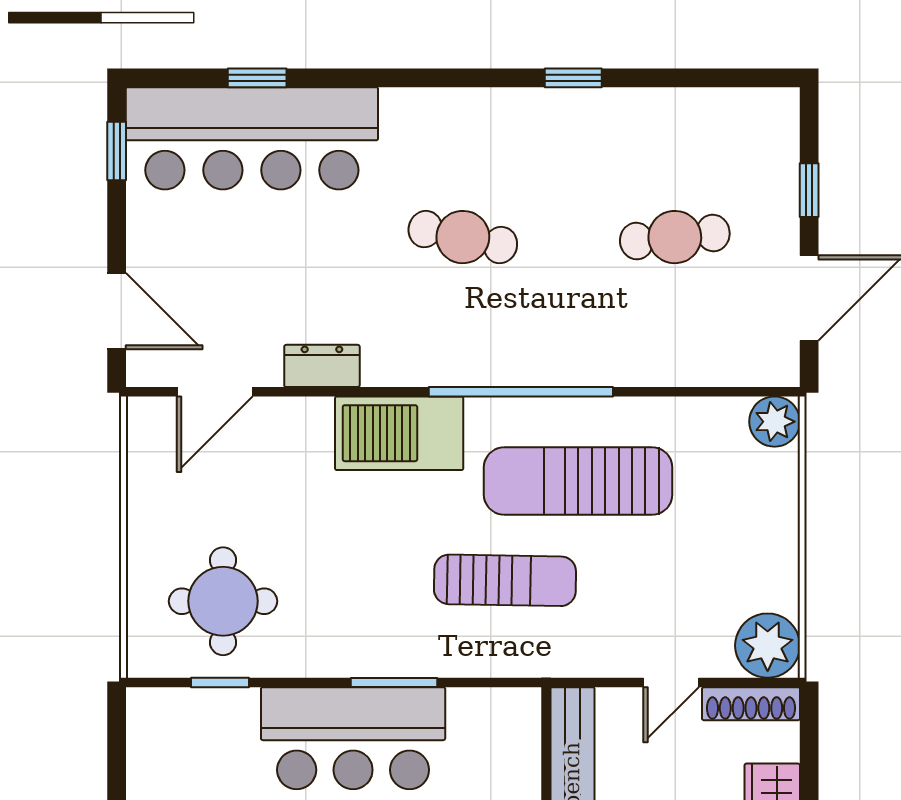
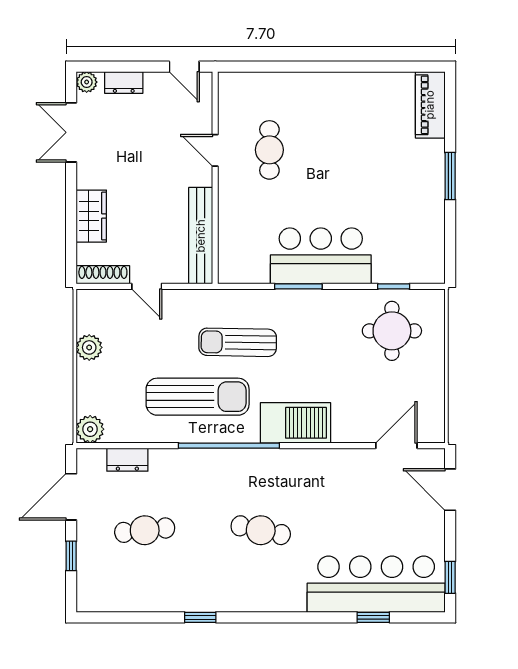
dresser: (322, 366) -> (127, 460), moved
plant: (768, 646) -> (89, 347), moved, width x0.73, depth x0.73
door: (671, 682) -> (147, 286), swing flipped

